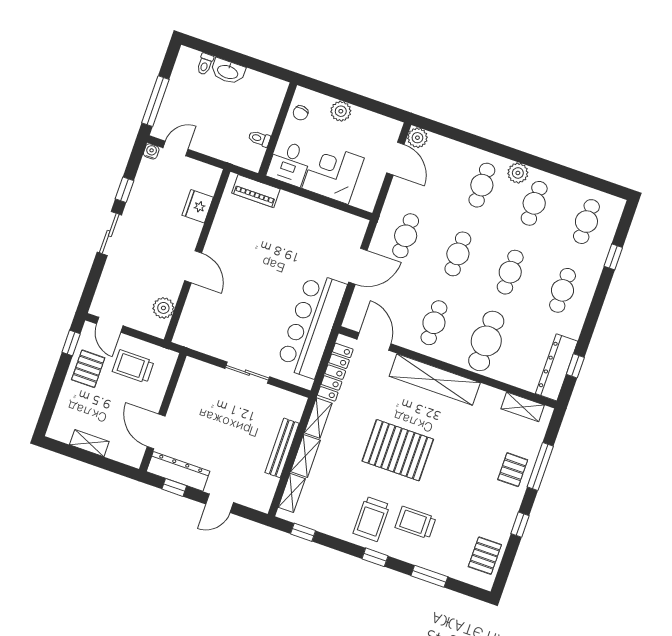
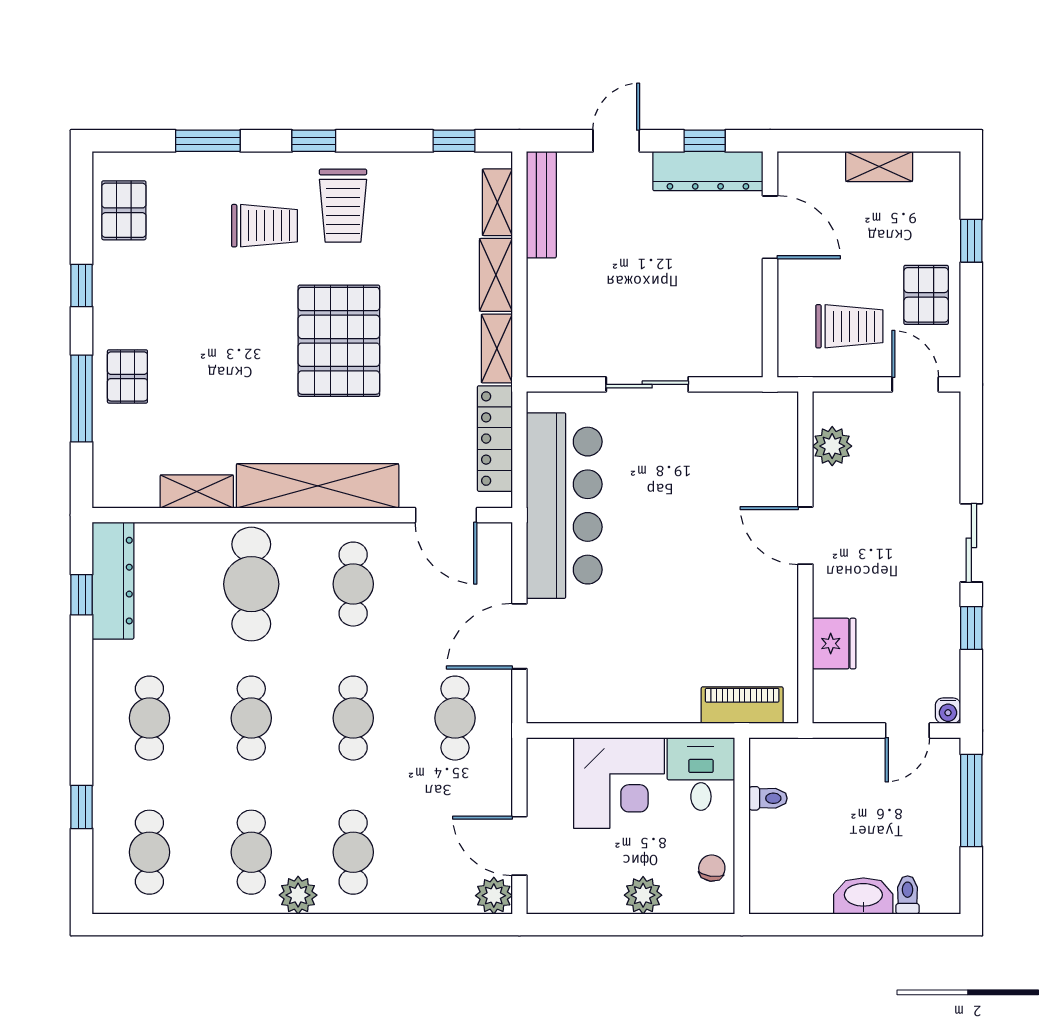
window: (71, 343) -> (971, 241), moved
shelving: (523, 407) -> (197, 491), moved
bench: (282, 448) -> (541, 205), moved
pallet: (398, 450) -> (339, 341), turned 90
trolley: (372, 519) -> (343, 206), turned 180

